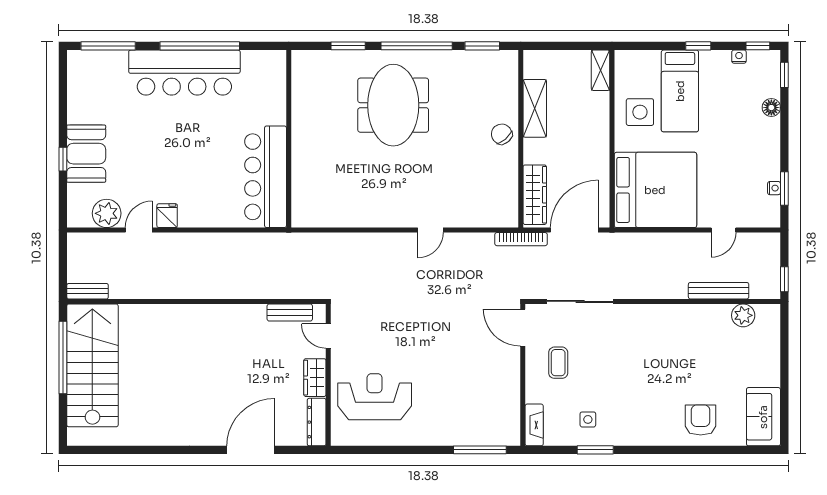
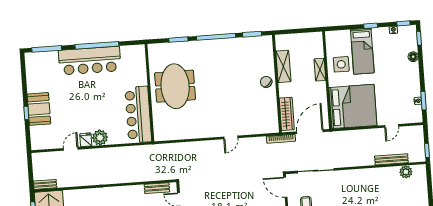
shelving: (601, 70) -> (320, 70), moved
meeting table: (393, 105) -> (175, 86), moved
plant: (107, 213) -> (100, 138), moved

